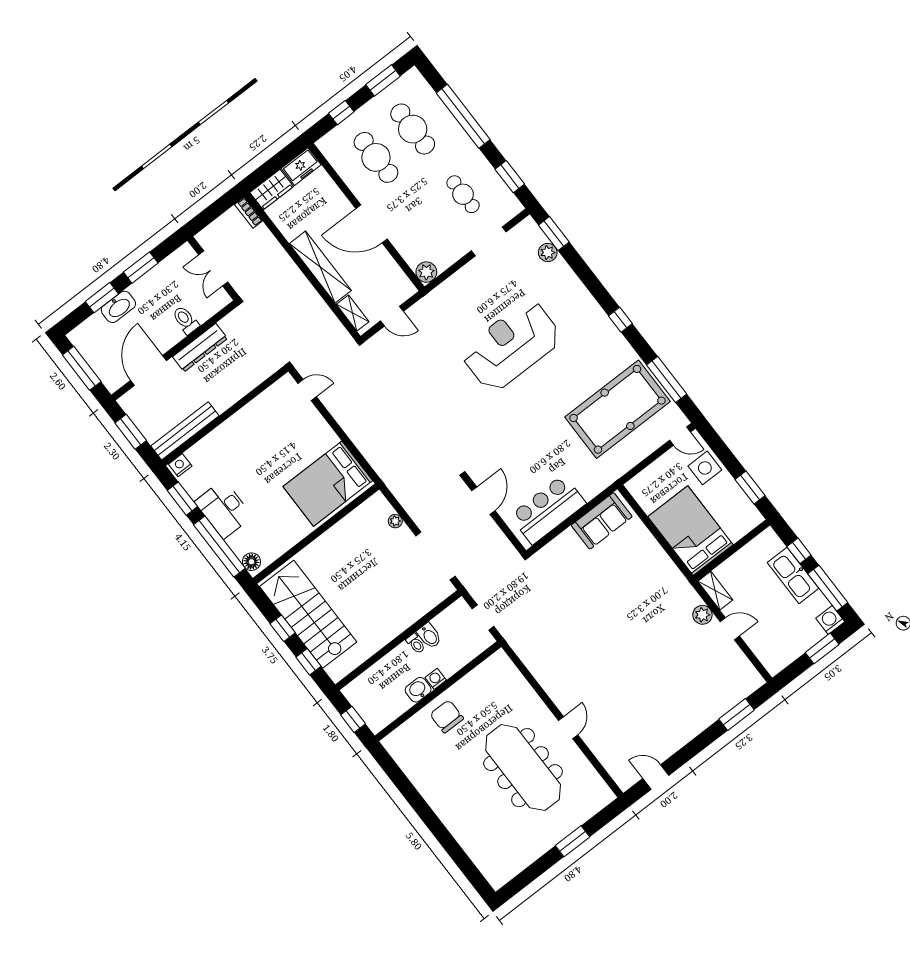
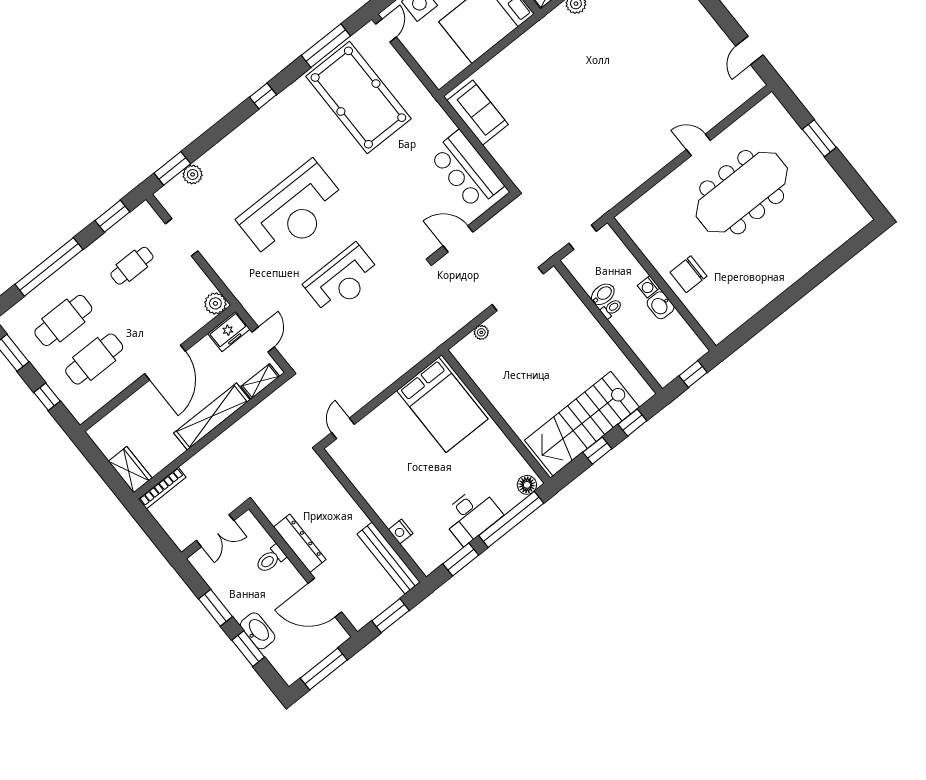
freezer: (301, 167) -> (229, 331), moved, turned 90
bookcase: (249, 213) -> (162, 488), width x1.56
reception desk: (511, 346) -> (292, 212), turned -90
reception desk: (447, 392) -> (342, 280), added
nightstand: (180, 465) -> (401, 532), moved

